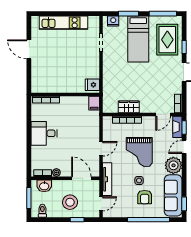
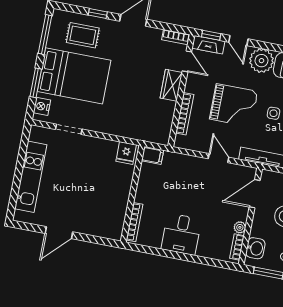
bed: (138, 39) -> (74, 76), width x1.50
rug: (167, 40) -> (83, 35), width x0.73, depth x0.70
wardrobe: (129, 107) -> (171, 85), moved

